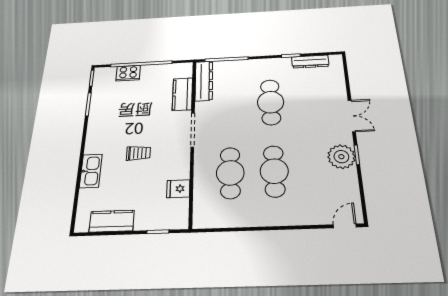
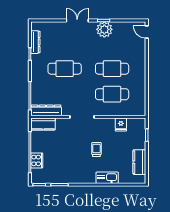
kitchen counter: (182, 94) -> (43, 124), moved

